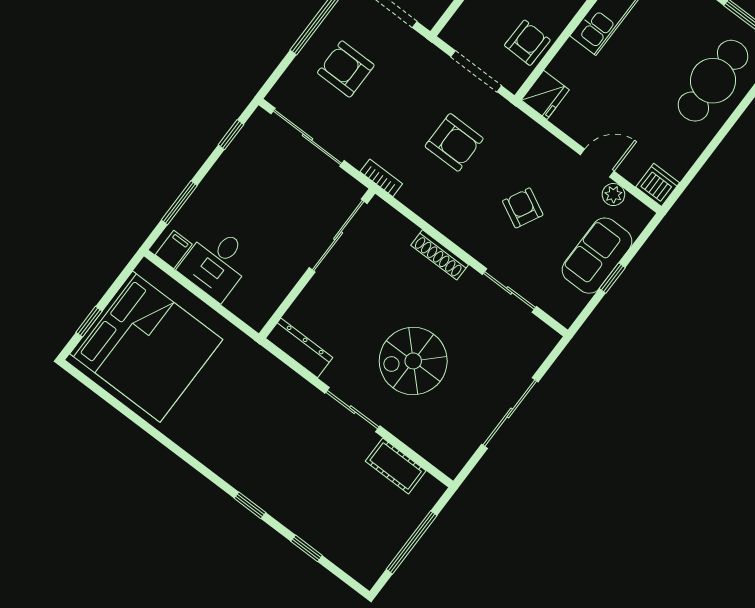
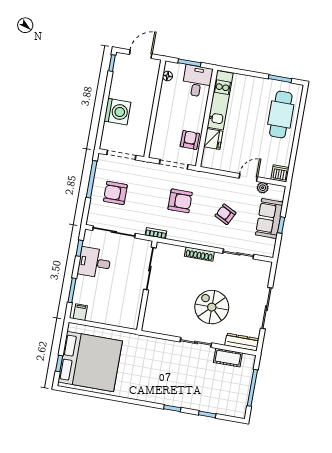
fridge: (545, 95) -> (213, 139), moved
desk: (216, 263) -> (94, 263), moved, turned 90
dresser: (299, 348) -> (242, 342), moved
spiral stairs: (413, 361) -> (212, 307), turned 90

